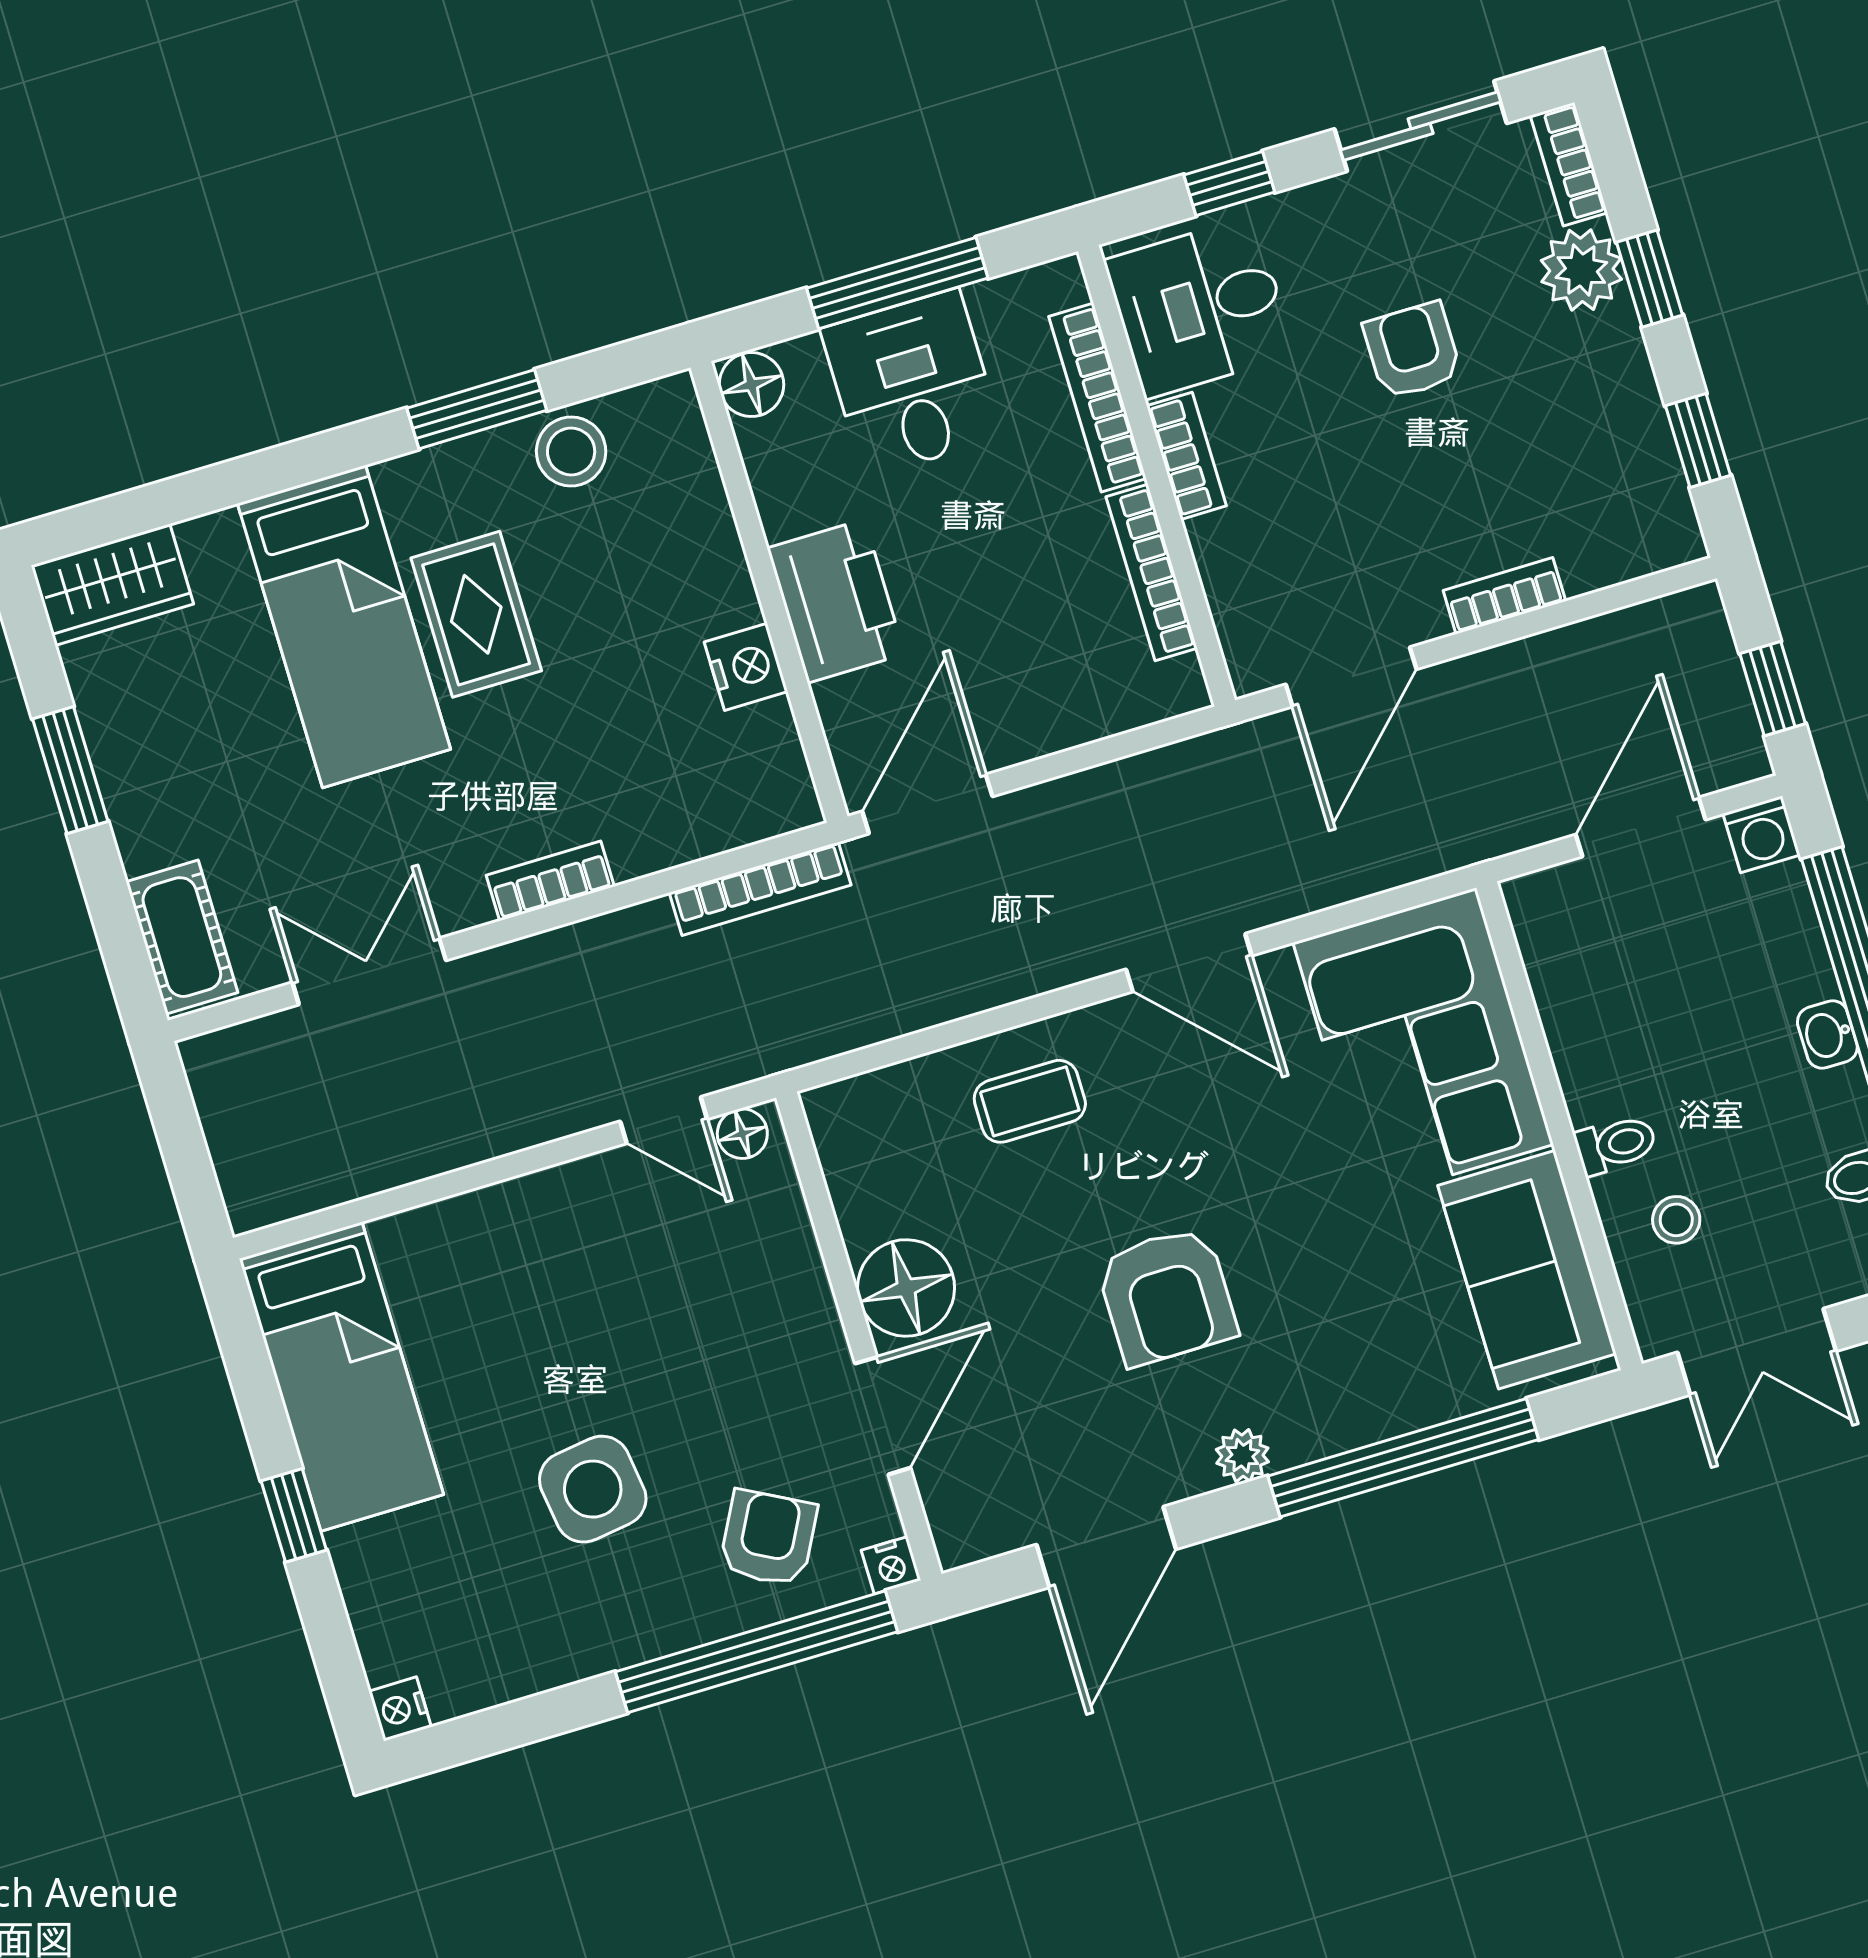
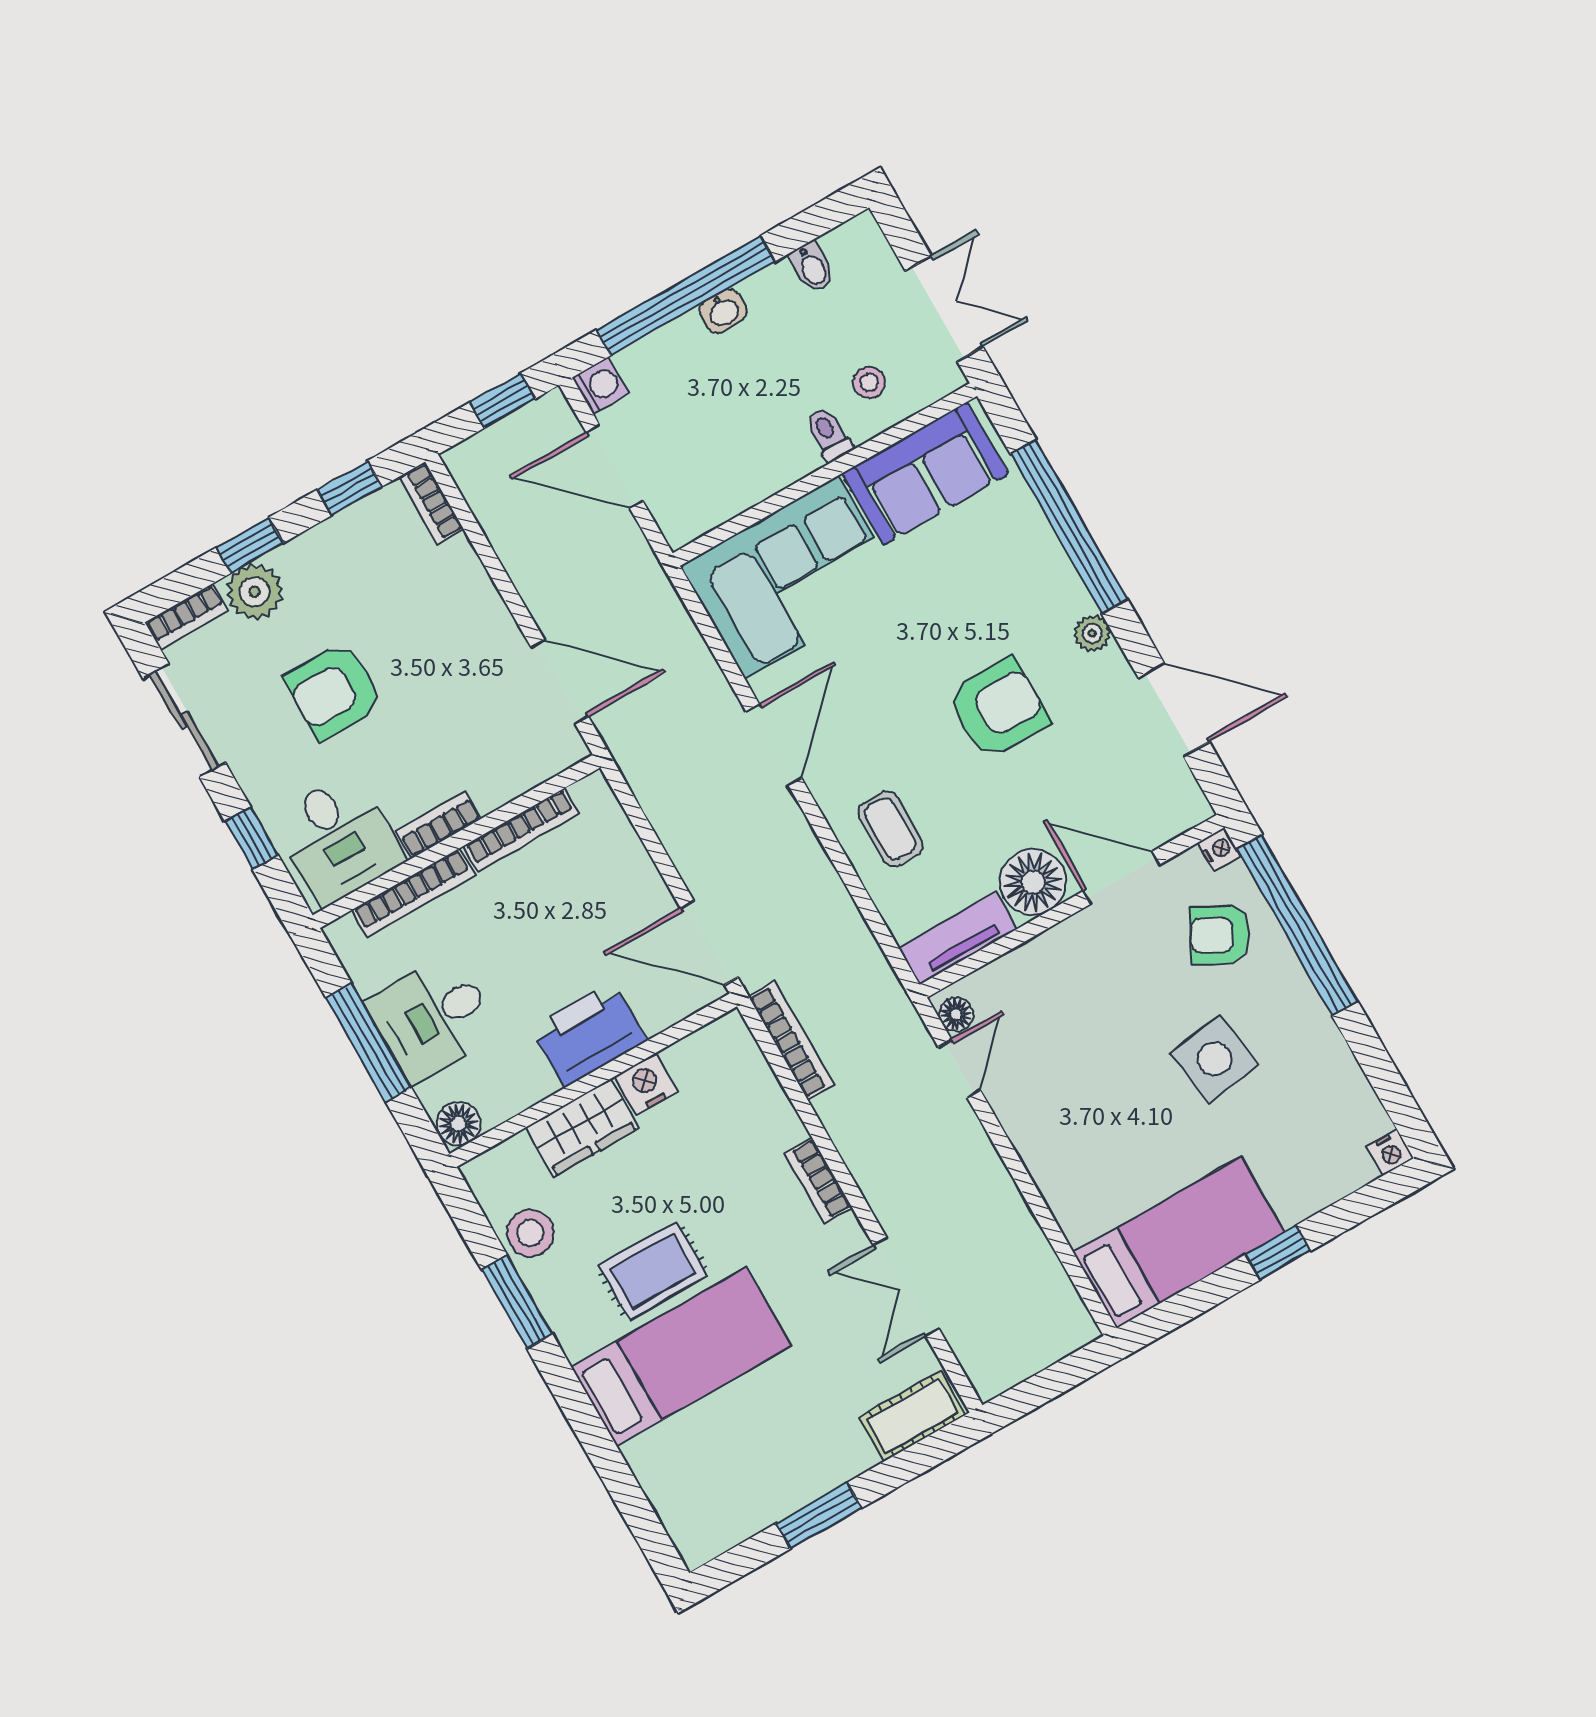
armchair: (1412, 351) -> (334, 691), width x1.38, depth x1.38
wardrobe: (112, 585) -> (582, 1128), moved, turned 90
bookcase: (1504, 596) -> (431, 503), moved
tv unit: (851, 1162) -> (958, 938), added

